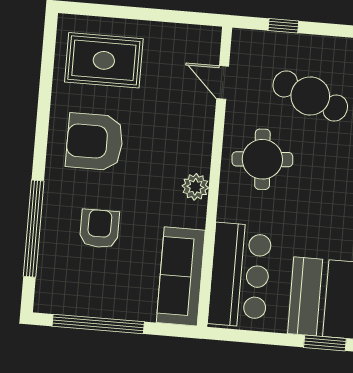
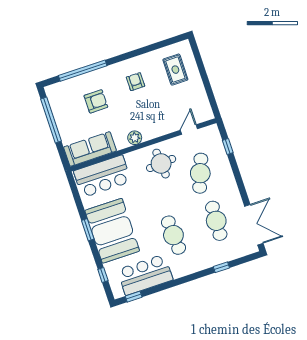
rug: (104, 60) -> (175, 70), width x0.73, depth x0.70
armchair: (95, 142) -> (136, 82), width x0.53, depth x0.53

